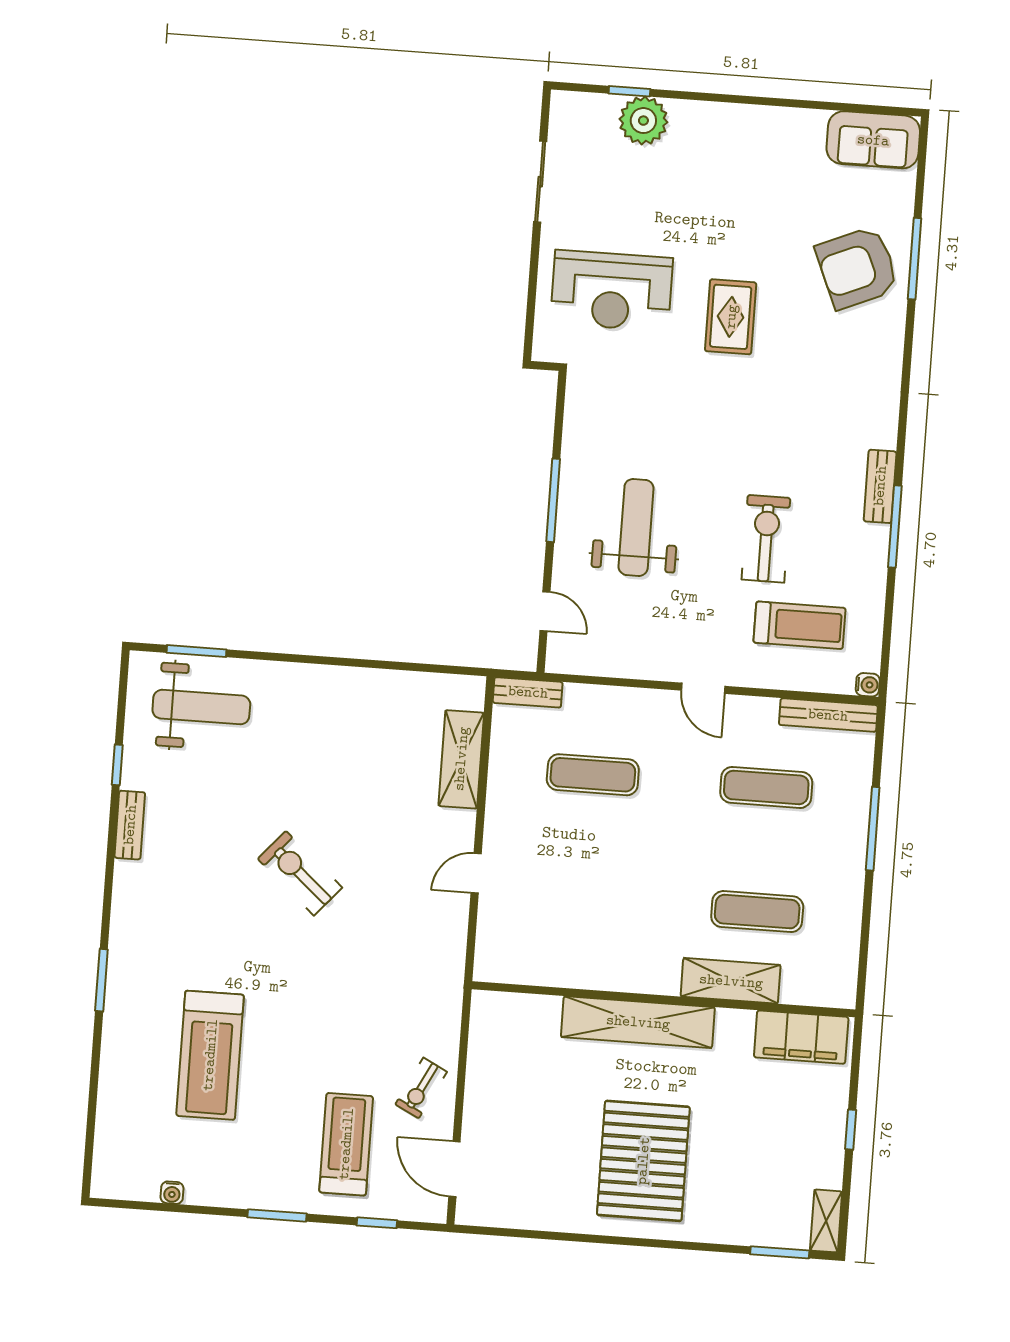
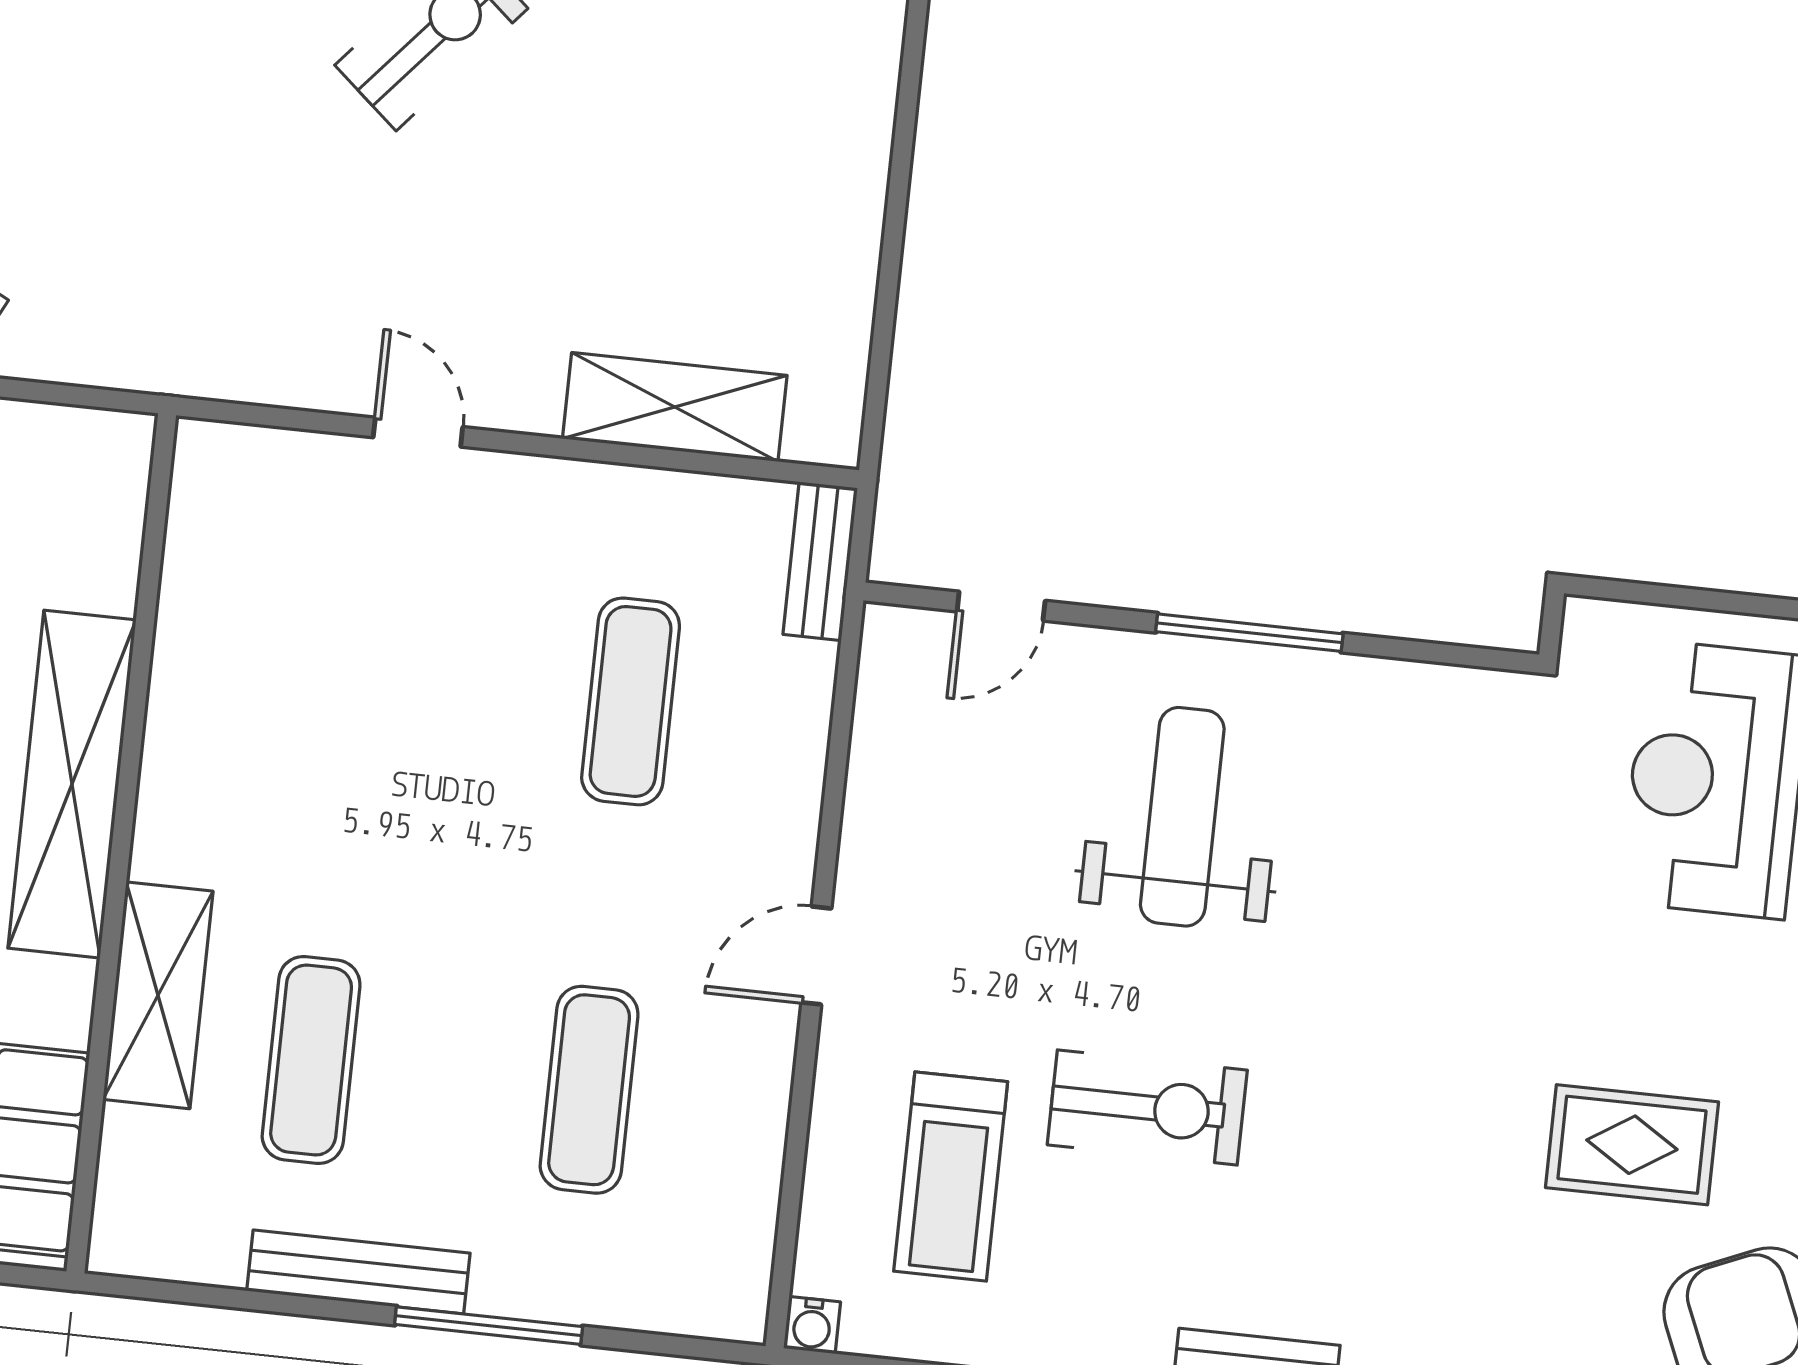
rug: (731, 317) -> (1632, 1145), moved
weight bench: (636, 527) -> (1182, 817), turned -90
bench: (828, 715) -> (358, 1272), moved, turned 90

